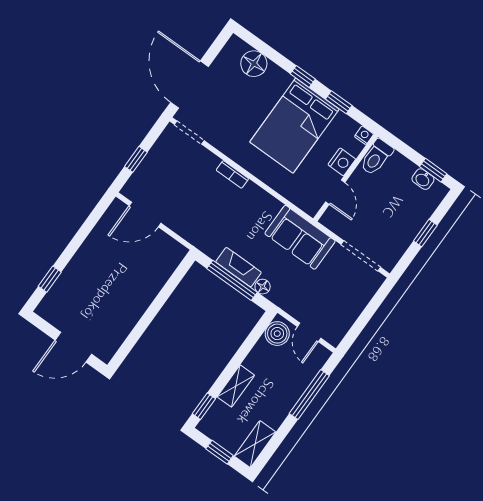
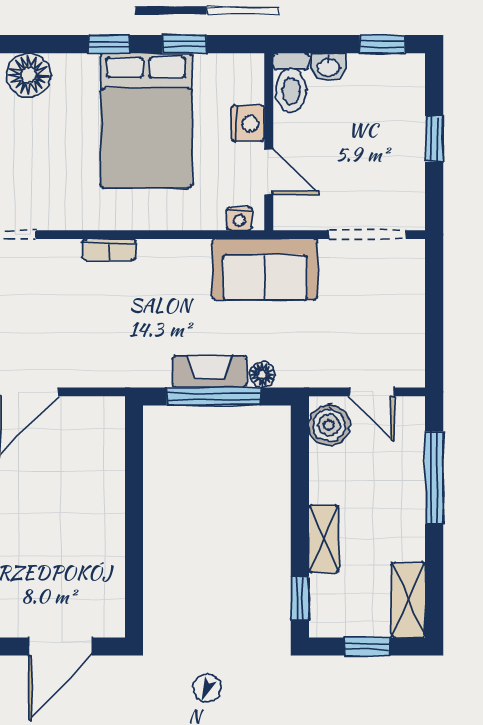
nightstand: (364, 135) -> (240, 219), moved, turned 180
washbasin: (423, 179) -> (329, 67), moved

